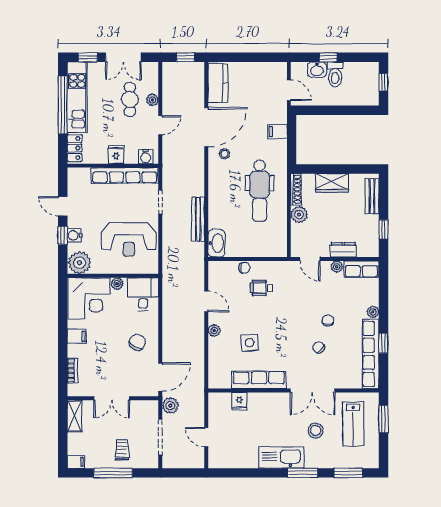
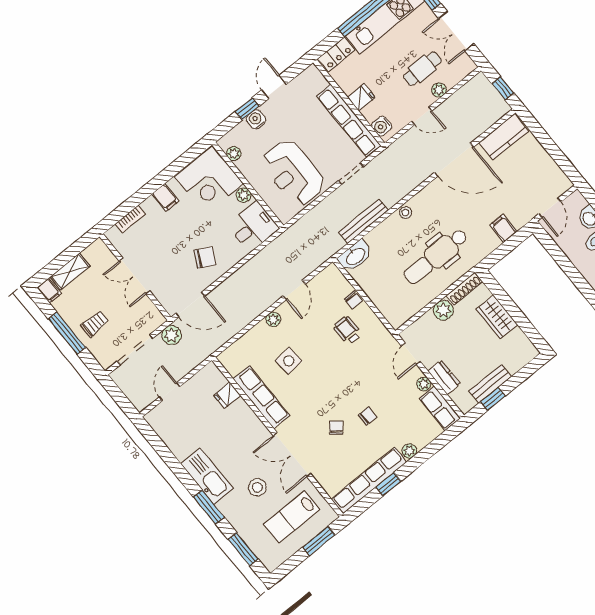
stool: (224, 154) -> (405, 213), moved
bench: (372, 196) -> (490, 384), moved
plant: (80, 263) -> (234, 154), width x0.53, depth x0.53
shelving: (75, 416) -> (70, 272), moved

